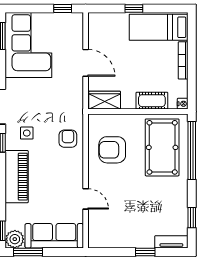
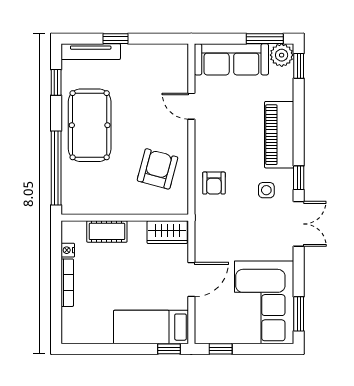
window: (134, 9) -> (169, 349), moved
bed: (159, 27) -> (151, 327), moved, turned 180
door: (86, 63) -> (191, 280), swing flipped
nightstand: (183, 104) -> (68, 250), moved
pool table: (162, 147) -> (90, 125), moved
armchair: (112, 150) -> (158, 169), turned -75
tv unit: (171, 242) -> (91, 52), width x1.41

